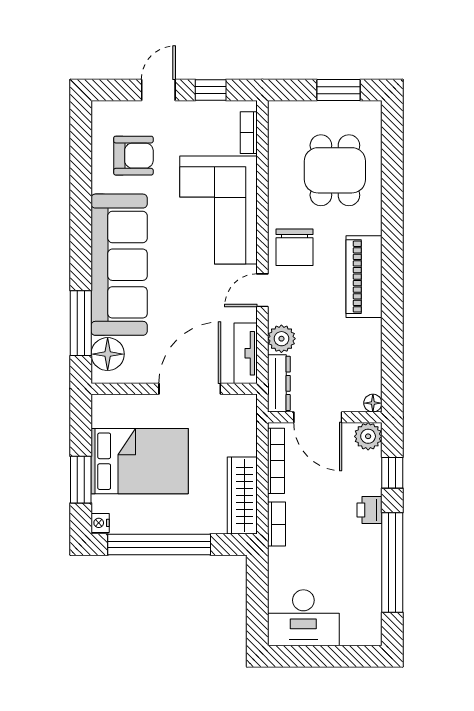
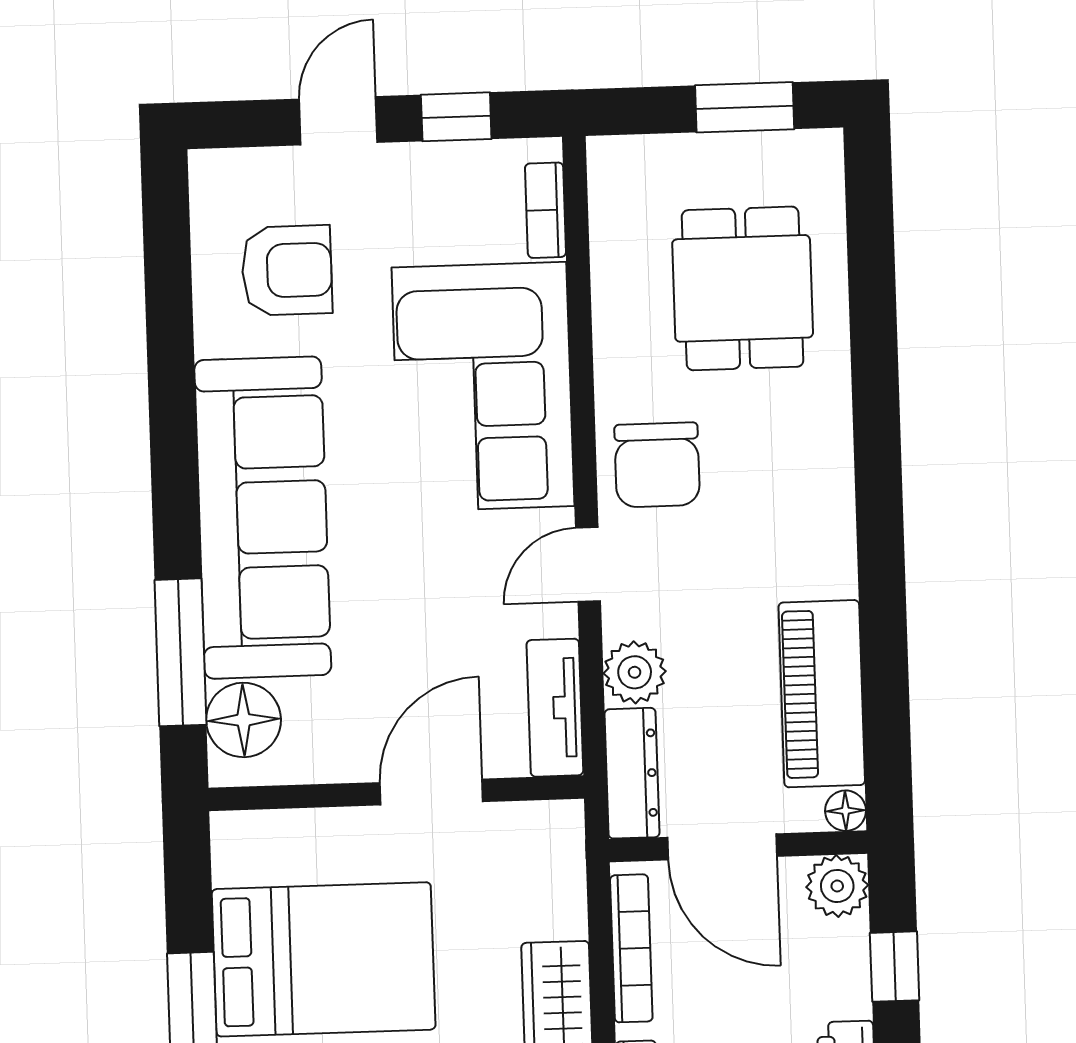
piano: (364, 277) -> (822, 694), moved
door: (190, 389) -> (431, 792), width x0.73

